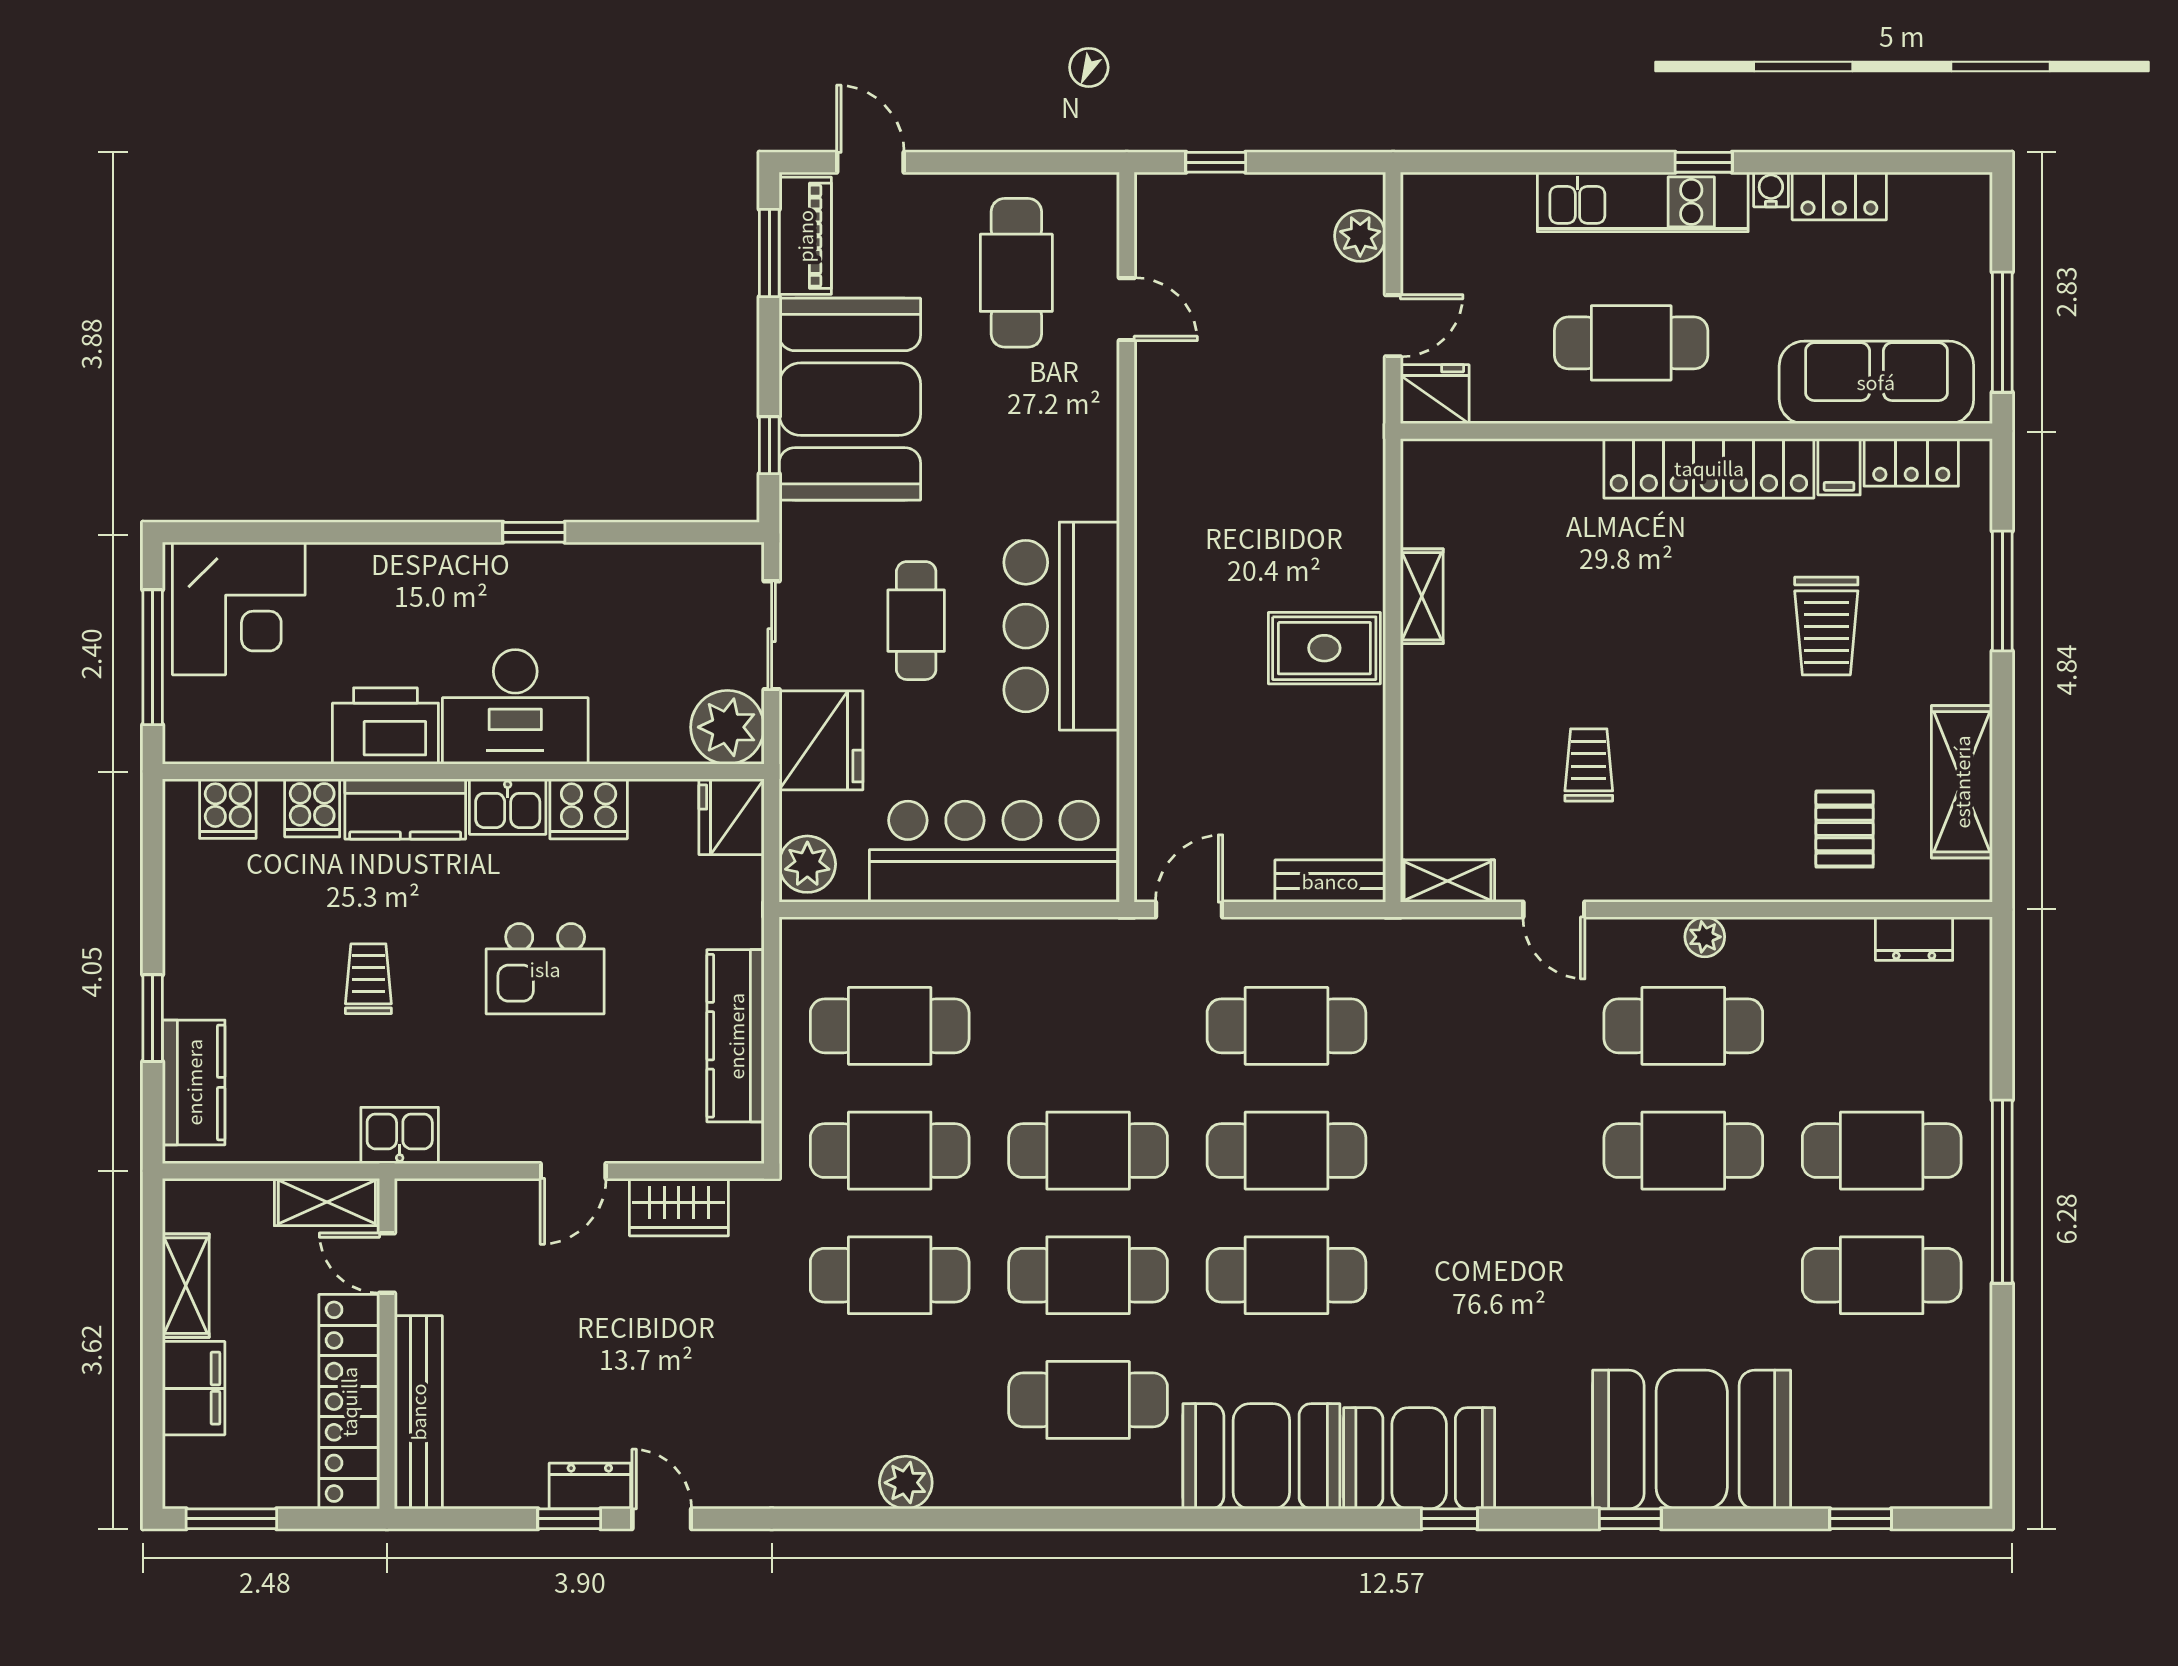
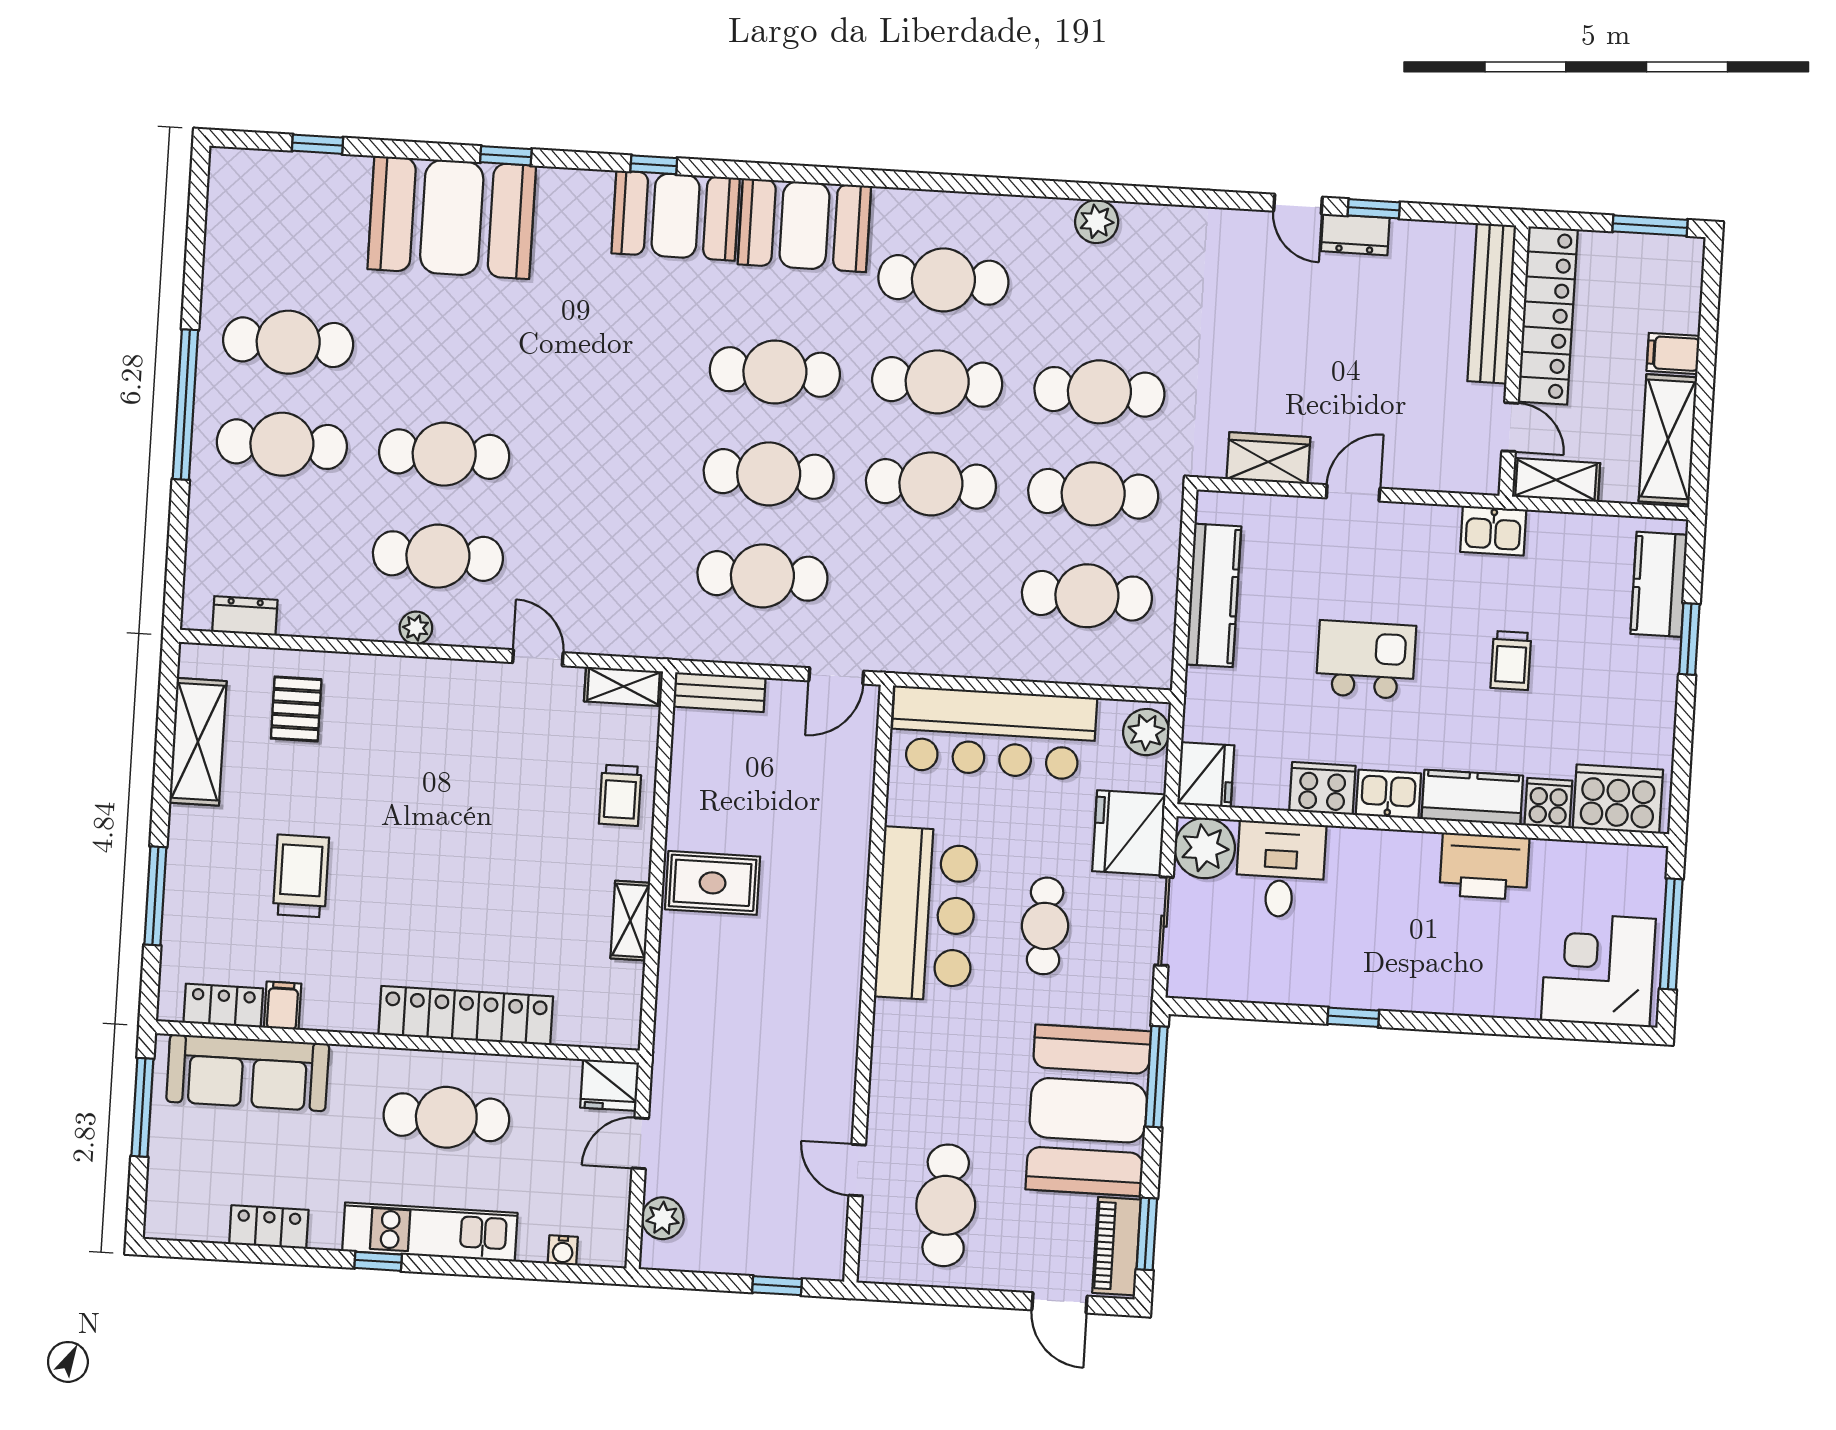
water cooler: (1771, 190) -> (563, 1250), moved
window: (769, 445) -> (1156, 1077), width x2.17
locker: (1709, 468) -> (466, 1016), moved
desk: (515, 707) -> (1280, 869), moved, width x0.73
trolley: (1589, 765) -> (620, 795), moved
cooker: (228, 809) -> (1618, 799), width x1.87, depth x1.31
shelving: (186, 1286) -> (1668, 439), width x1.50, depth x1.33
filing cabinet: (194, 1388) -> (1673, 353), width x0.50

